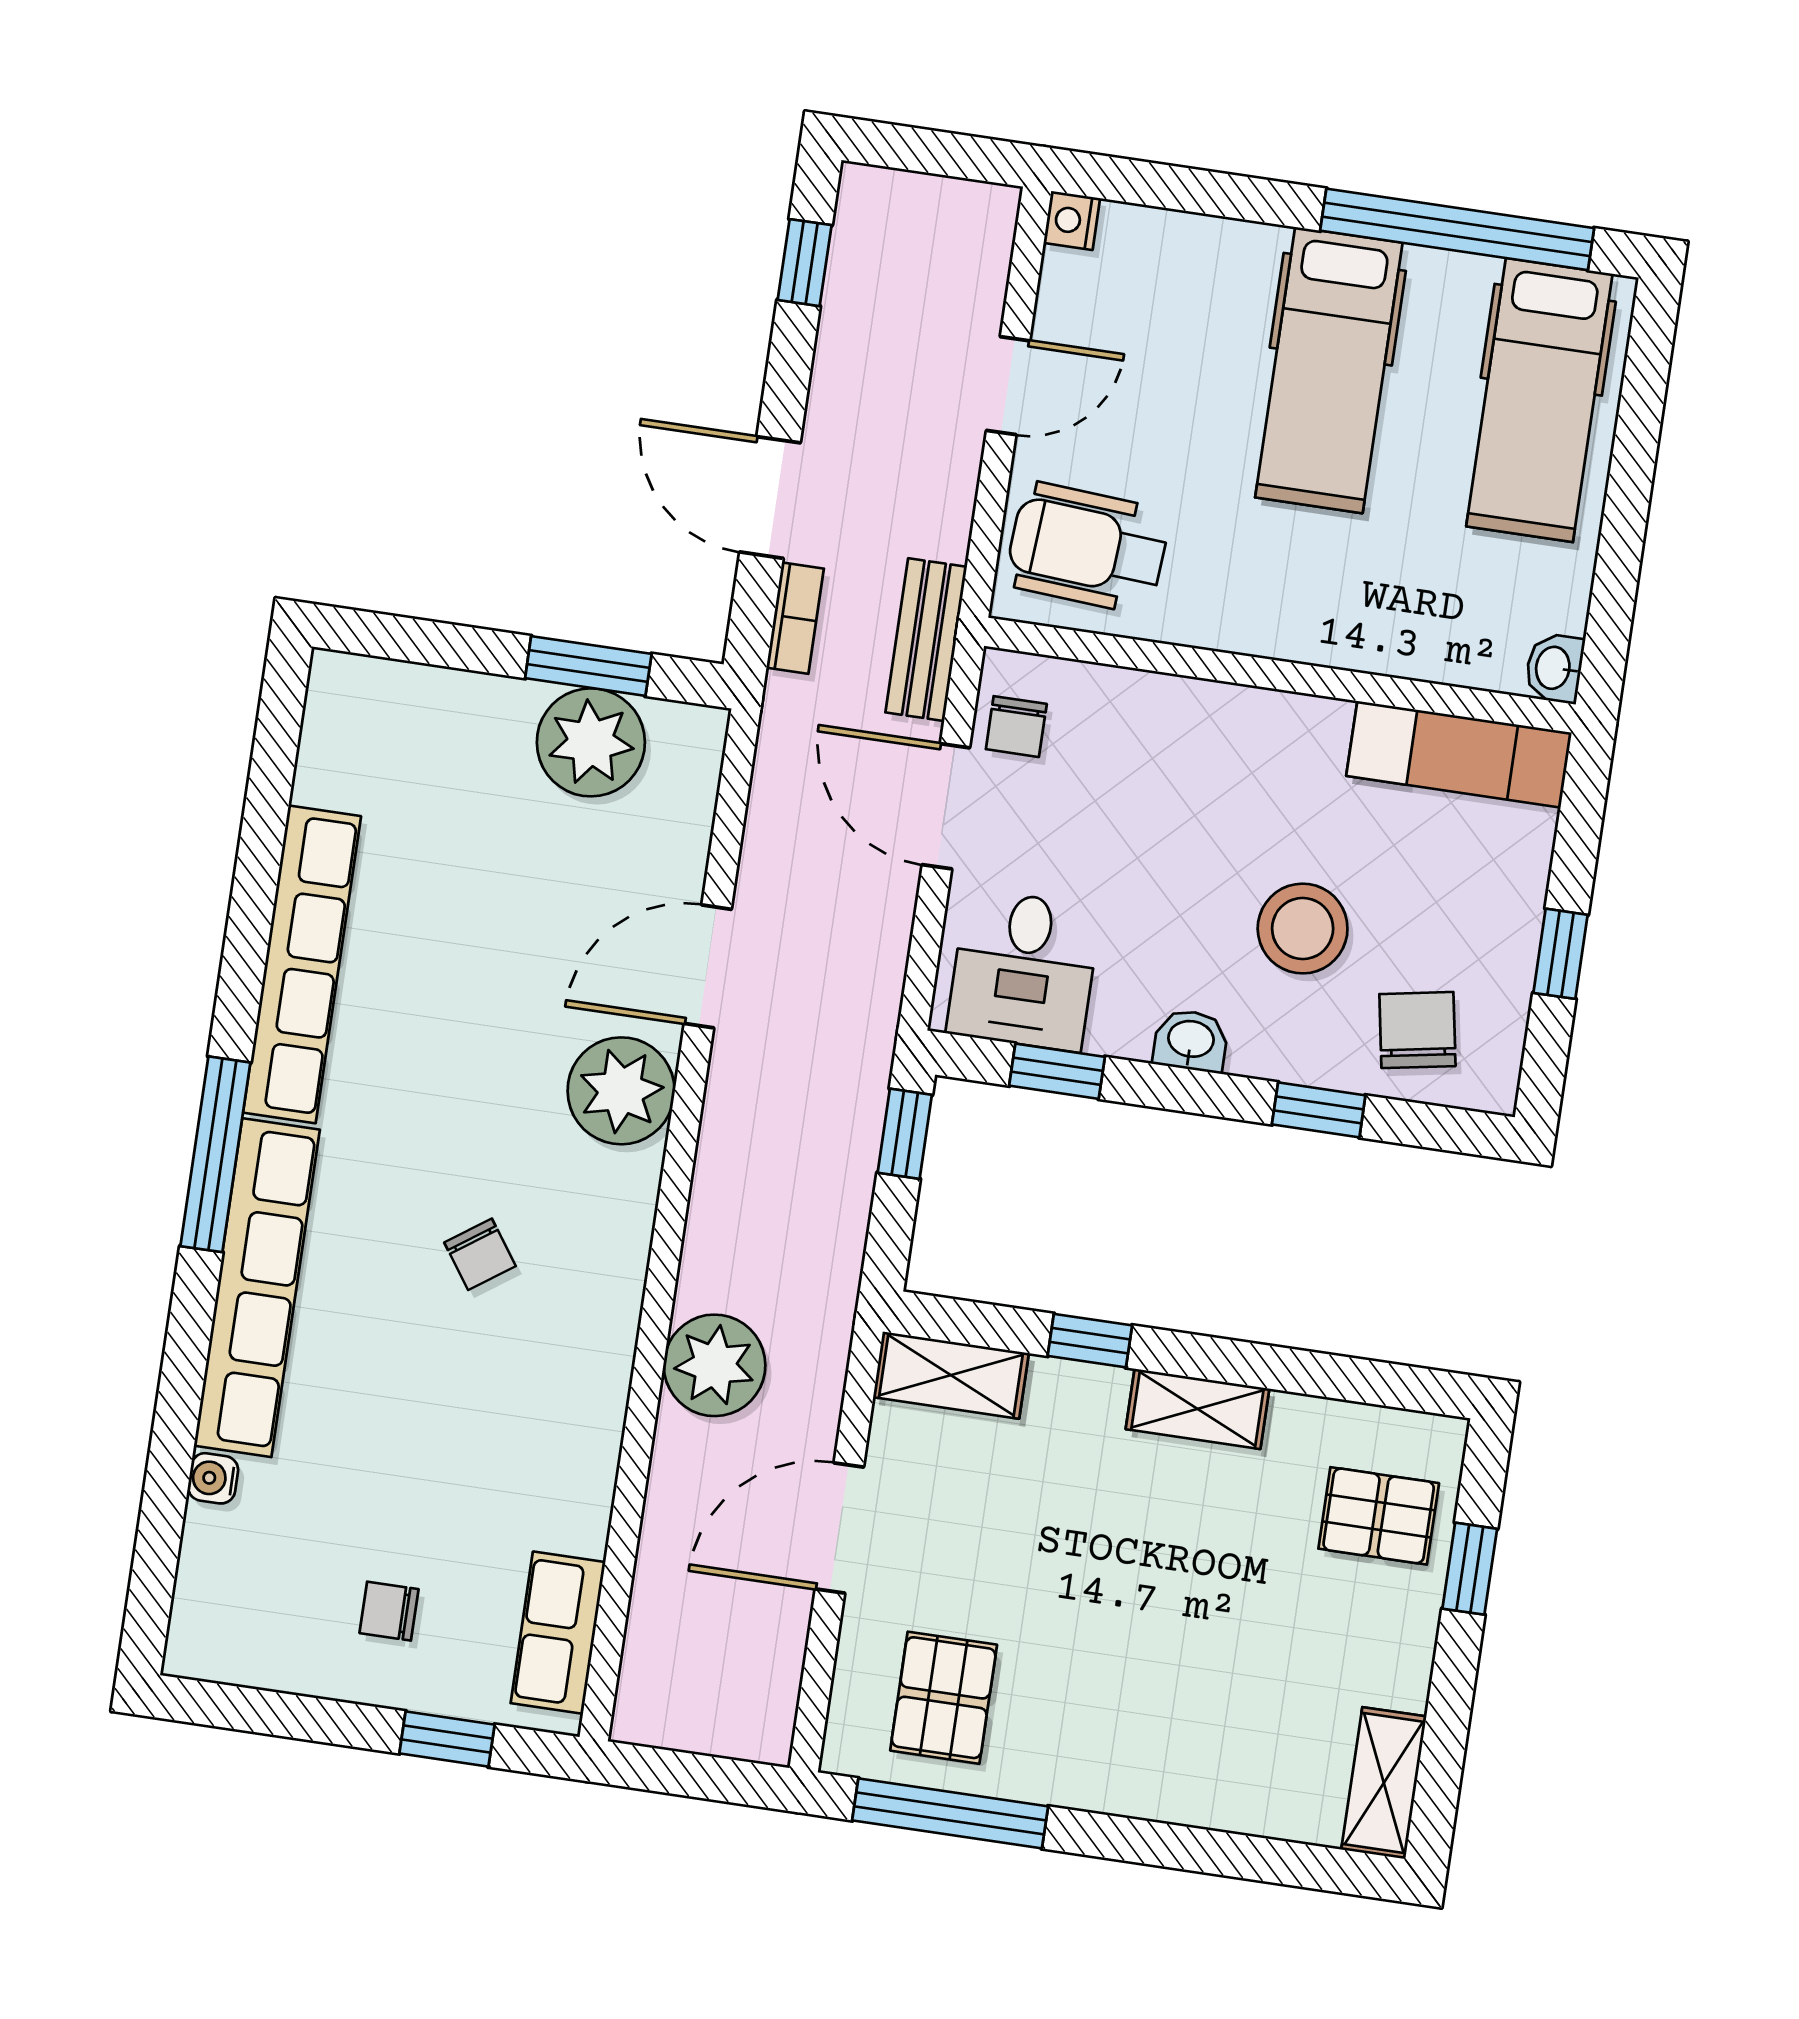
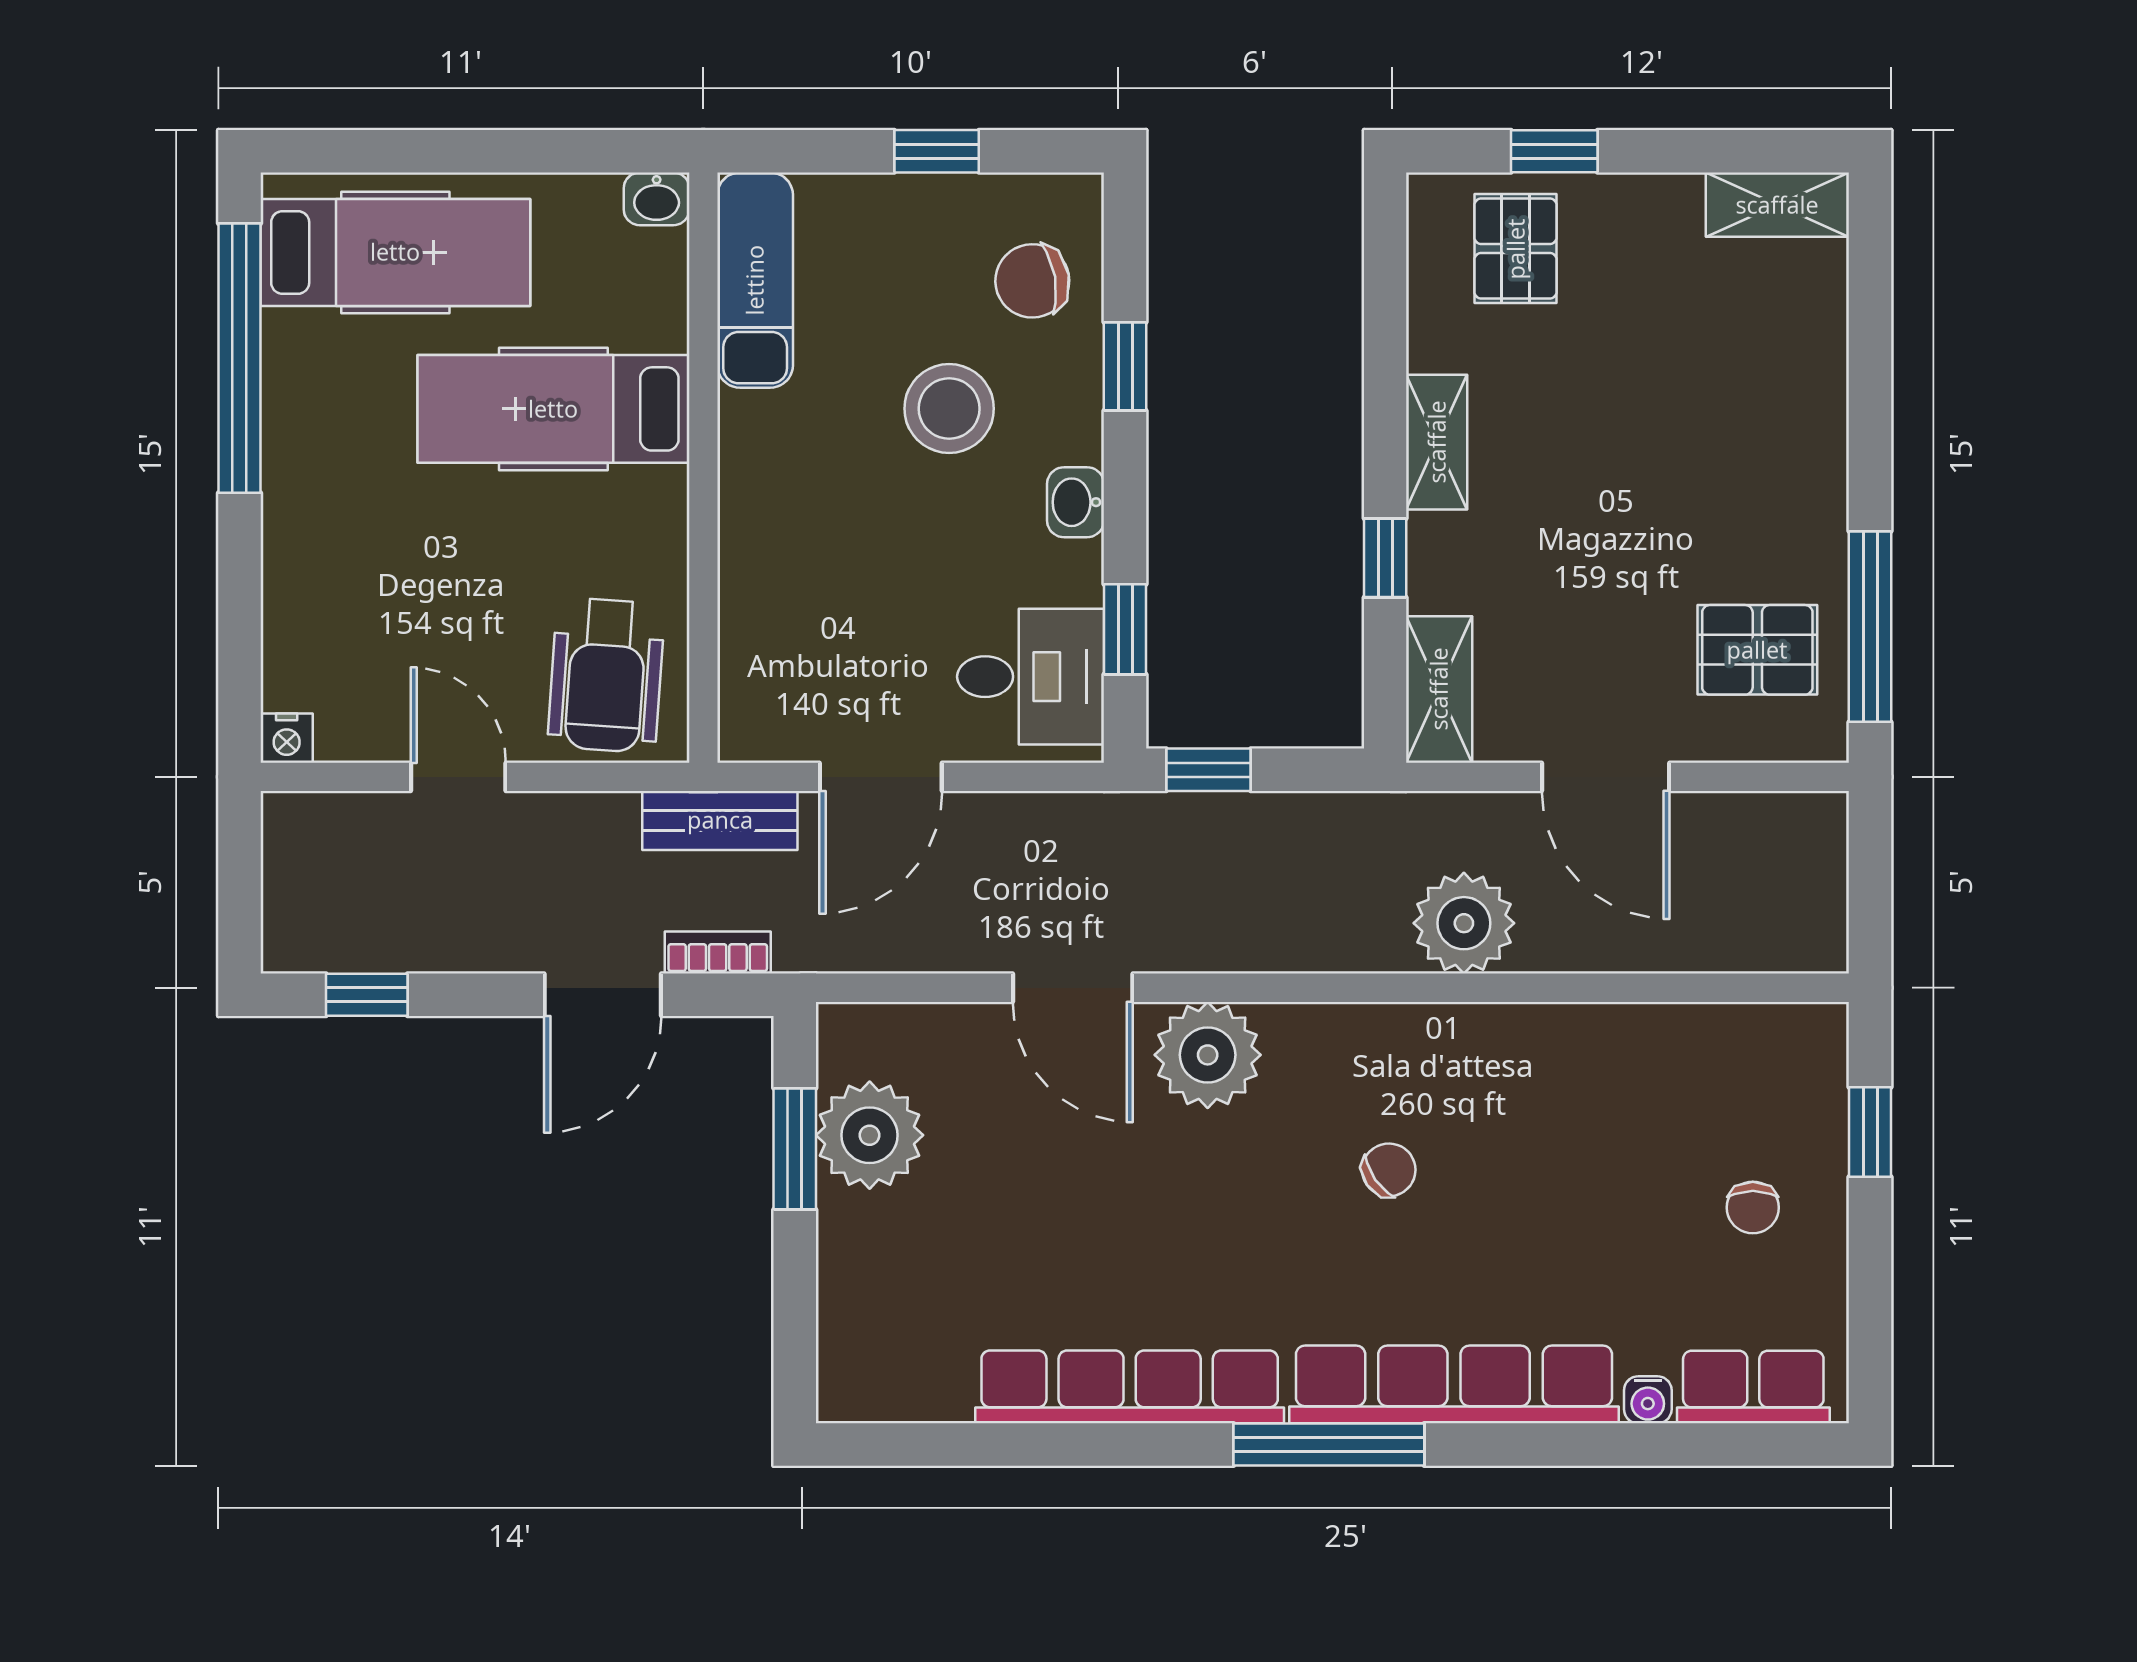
hospital bed: (1329, 370) -> (553, 409), moved, turned 180
chair: (1016, 727) -> (792, 719), removed
row of seats: (558, 1633) -> (1753, 1387), moved, turned 180

